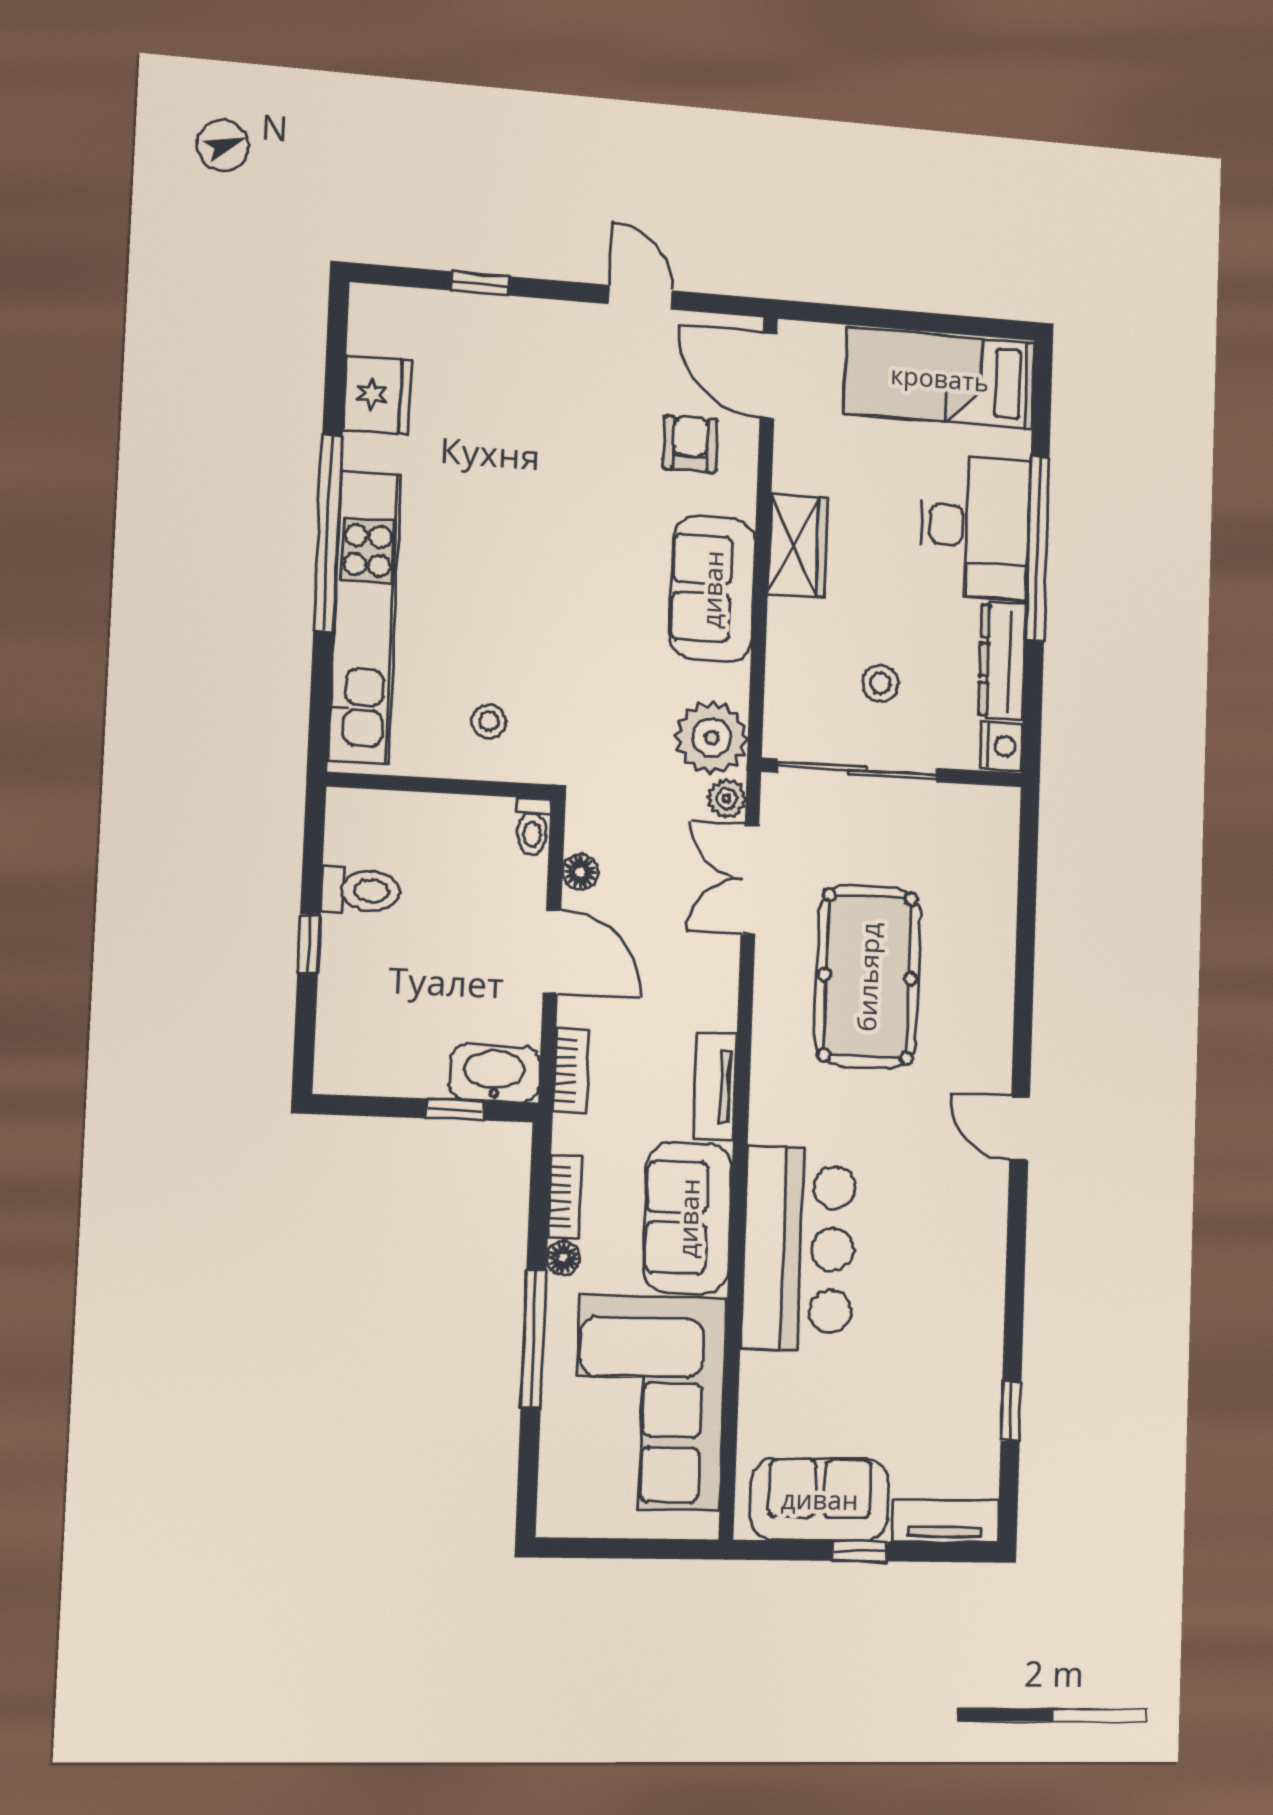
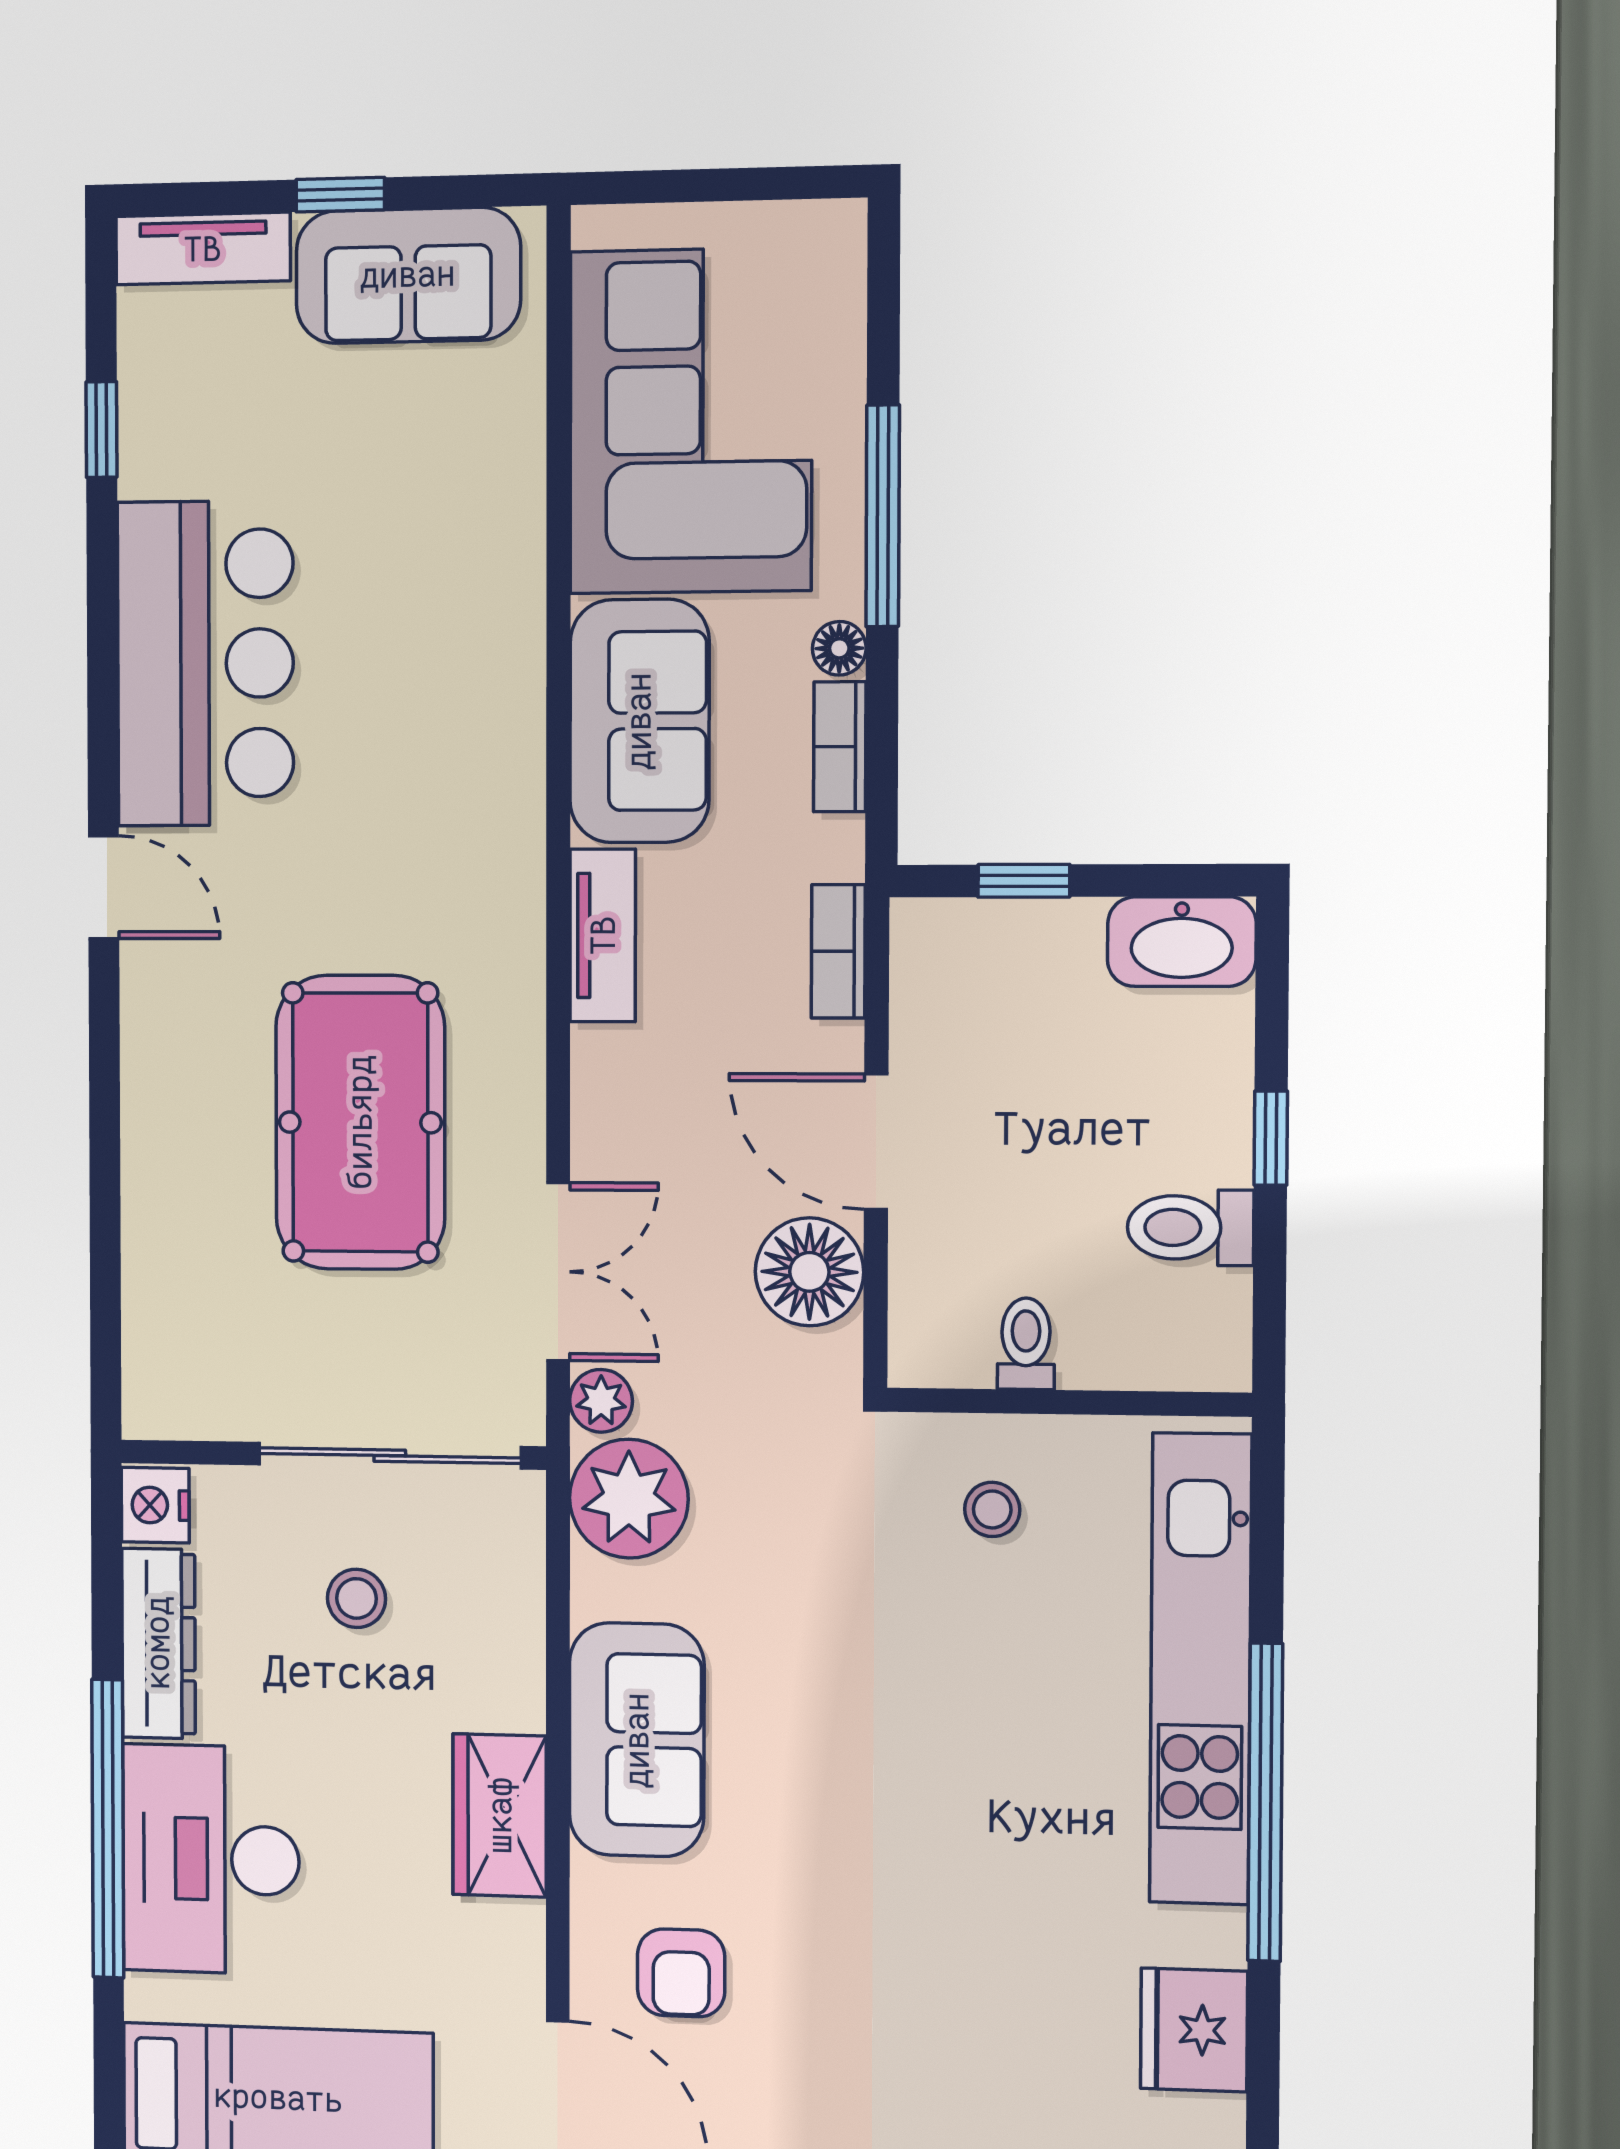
toilet: (532, 826) -> (1026, 1344), moved
floor lamp: (580, 872) -> (809, 1272), width x1.89, depth x1.89
washbasin: (495, 1073) -> (1182, 942), moved
bar counter: (799, 1249) -> (205, 664), moved, turned 180

